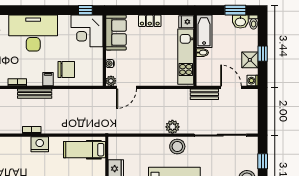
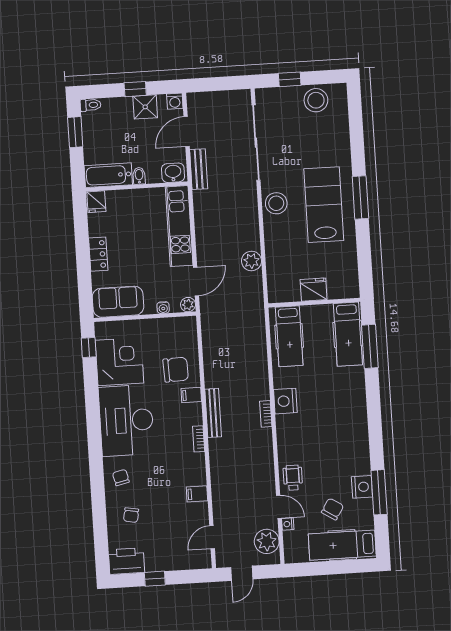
washbasin: (240, 22) -> (173, 173), moved, turned -90
corner desk: (87, 31) -> (119, 362), moved, turned -90
kitchen unit: (186, 57) -> (179, 226), moved, turned 90
chair: (66, 70) -> (176, 370), turned 88
door: (127, 87) -> (196, 282), hinge flipped
plant: (172, 127) -> (251, 261), moved

